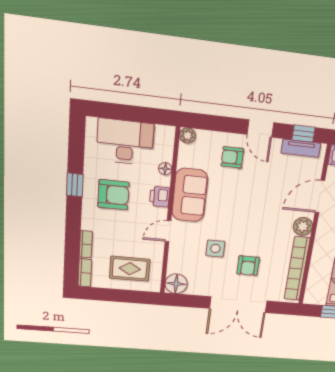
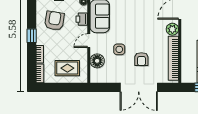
window: (75, 185) -> (32, 36), moved
armchair: (113, 195) -> (54, 21), turned -81
floor lamp: (176, 284) -> (97, 61), moved

